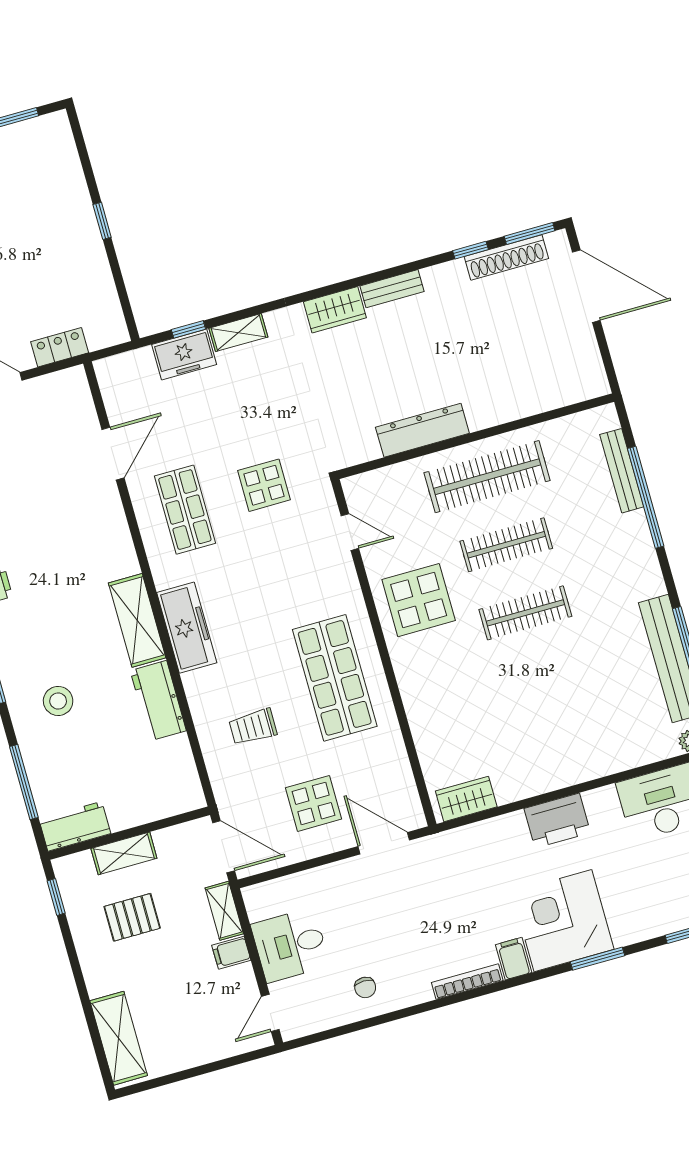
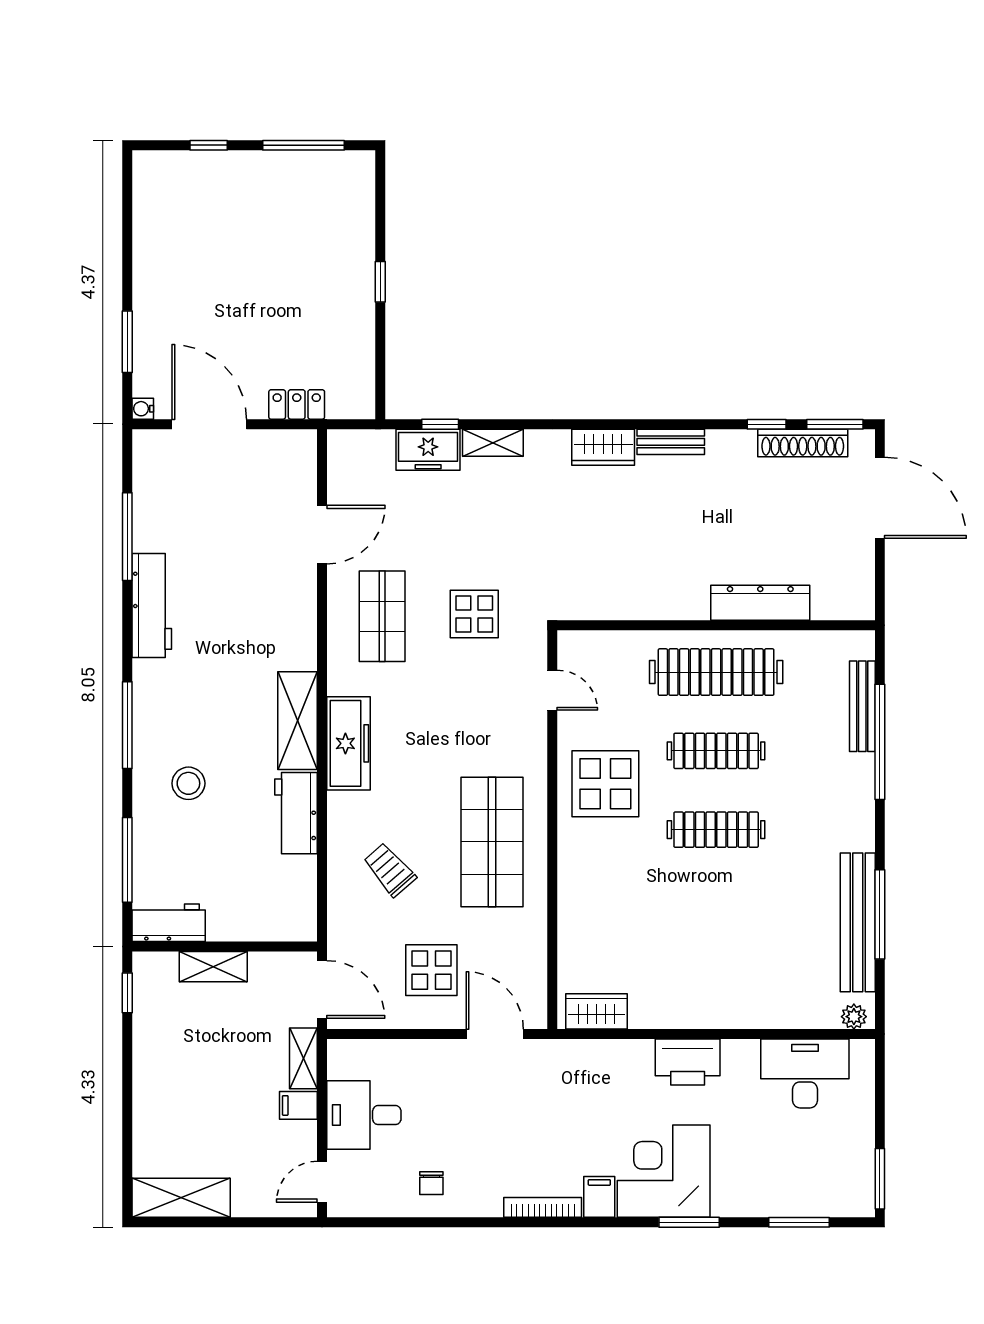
dresser: (422, 430) -> (760, 603), moved
trolley: (253, 727) -> (390, 870), turned 49
pallet: (132, 917) -> (203, 1038), removed
shelving: (119, 1038) -> (181, 1198), moved, turned 90

